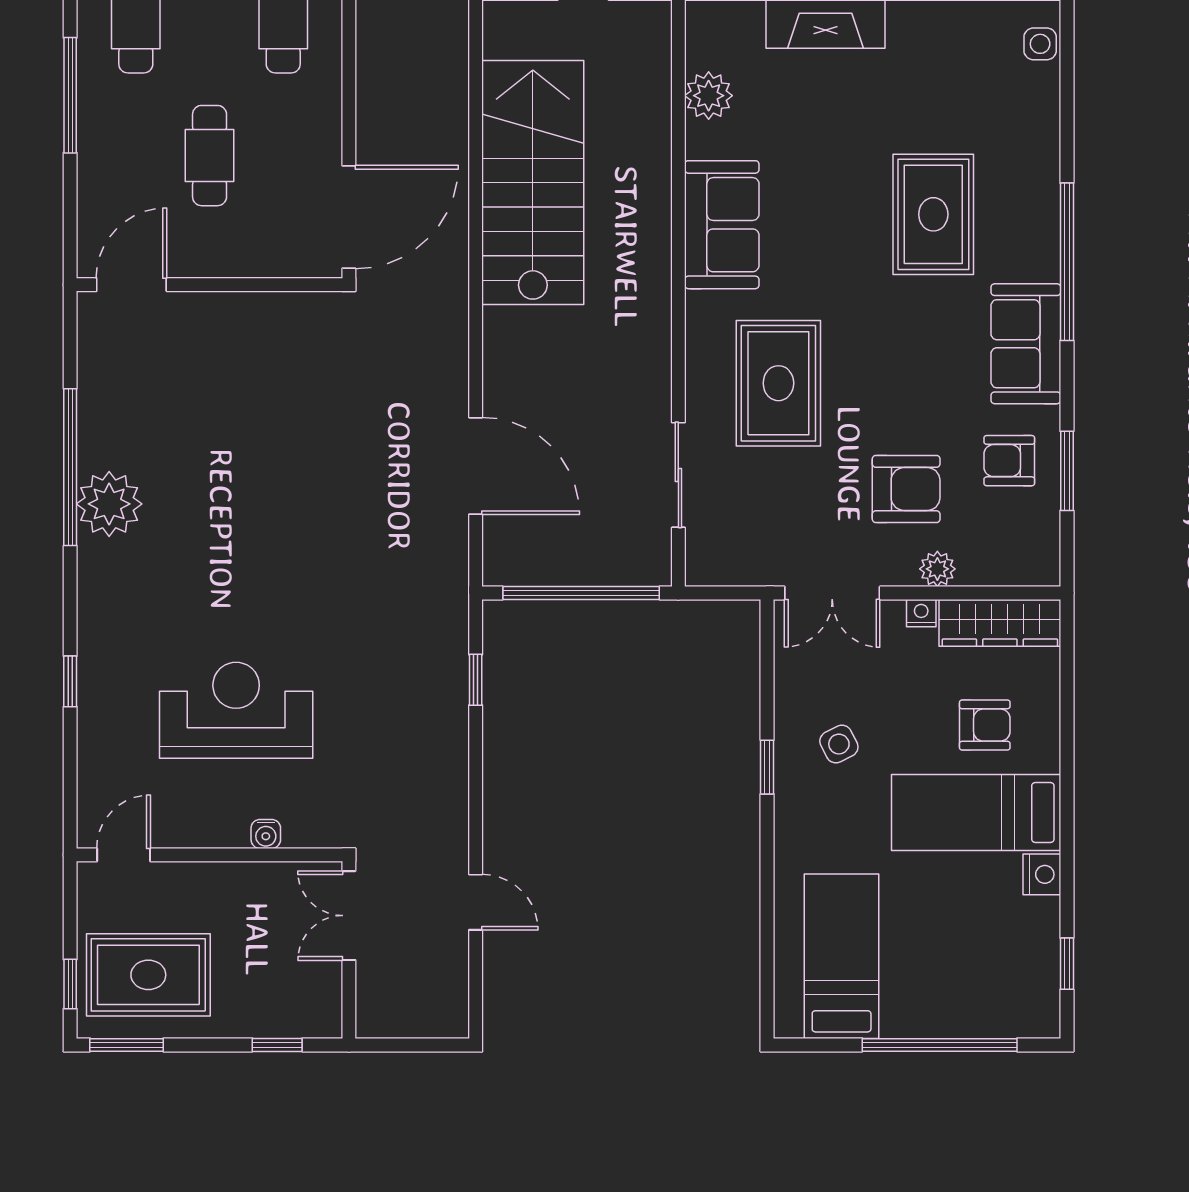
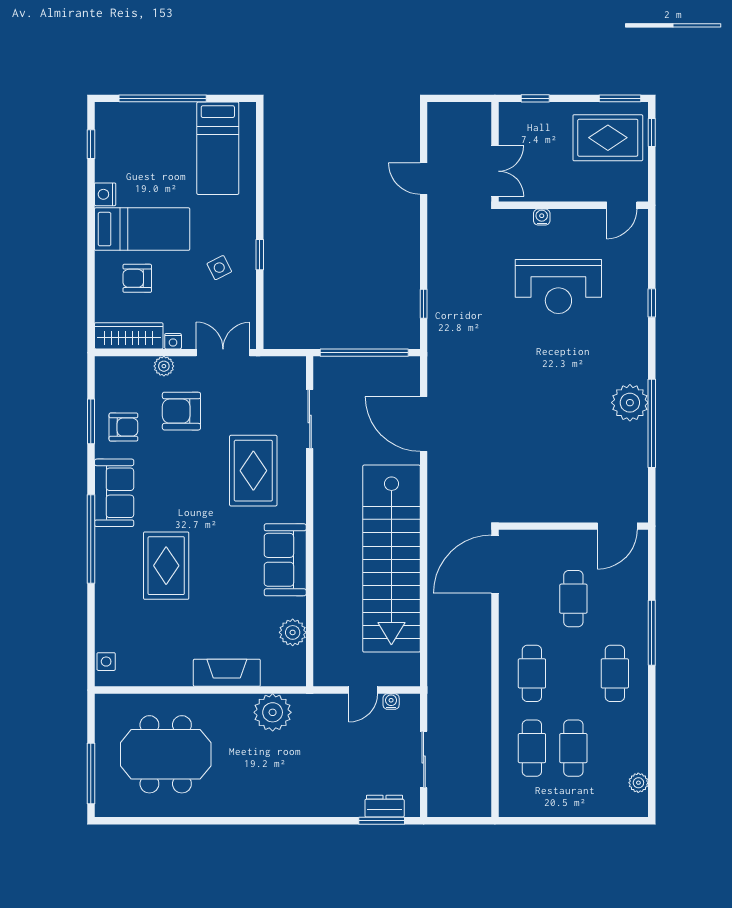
stairs: (533, 182) -> (391, 559), width x1.36

